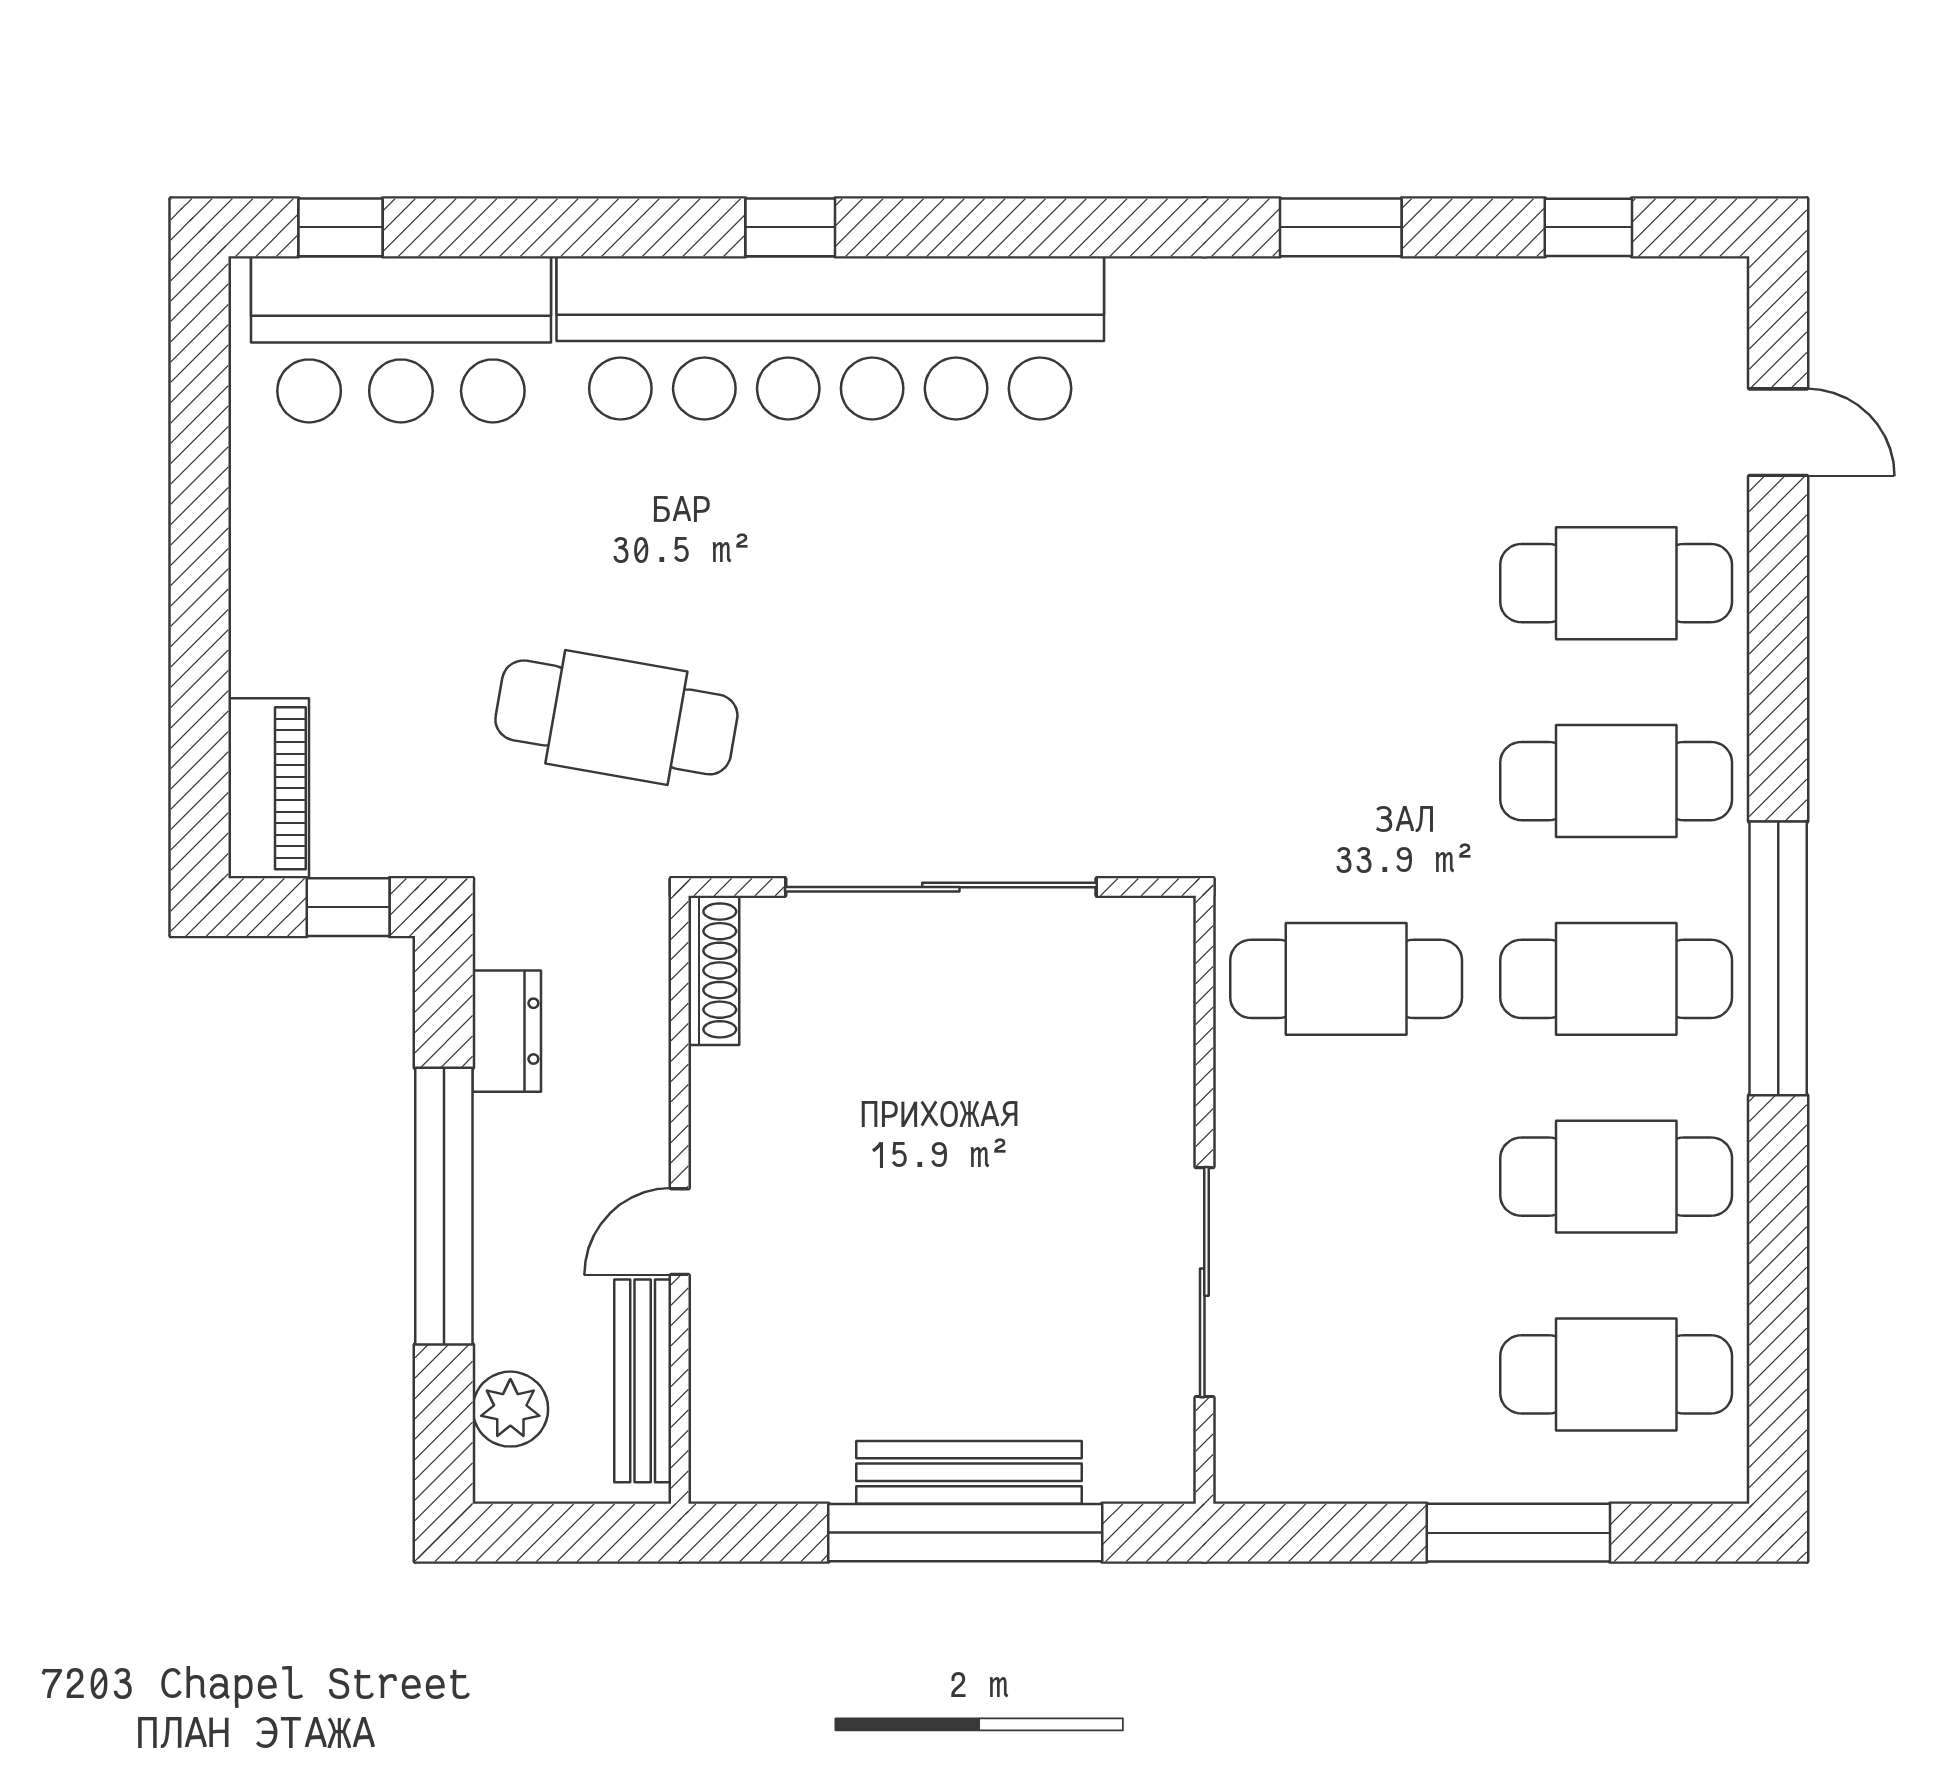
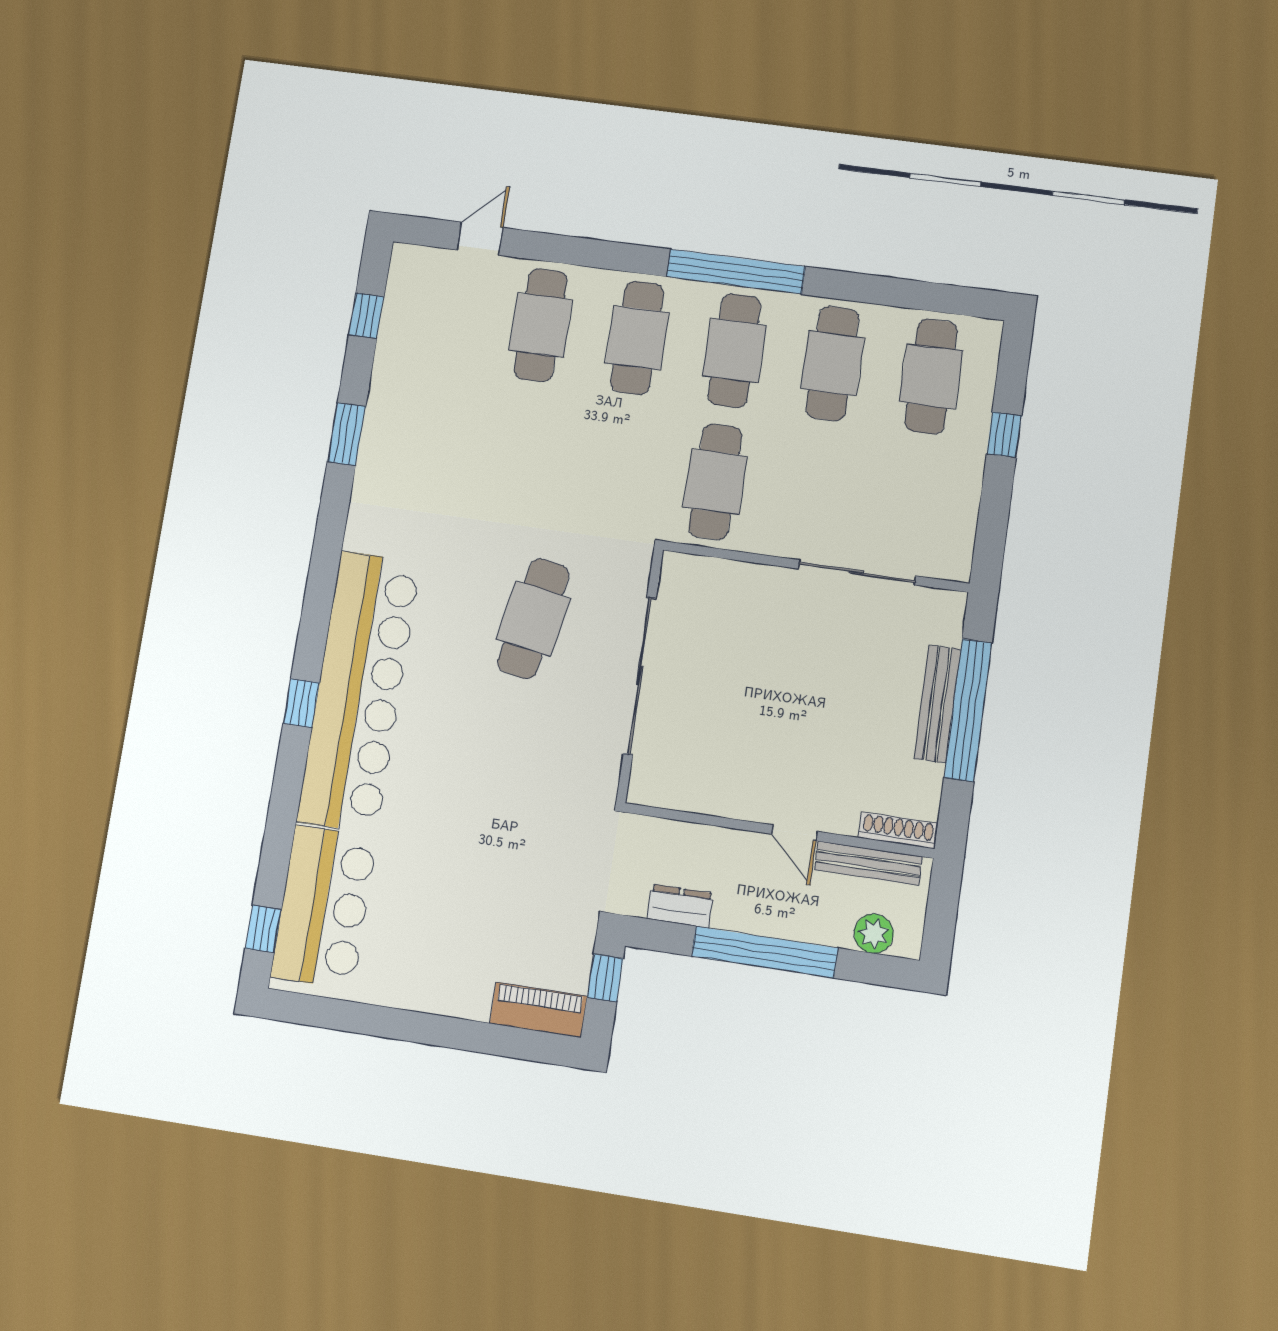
cafe table: (616, 717) -> (533, 619), moved
shoe rack: (714, 970) -> (898, 830), moved
window: (1518, 1533) -> (1004, 435), width x0.46

